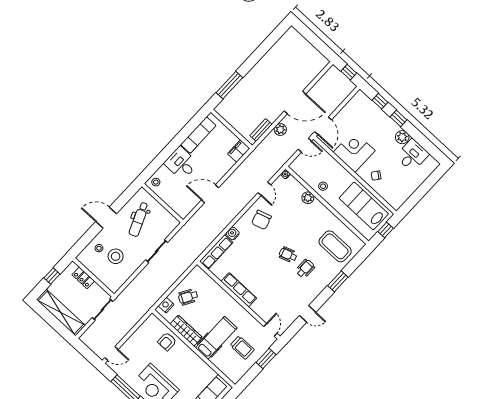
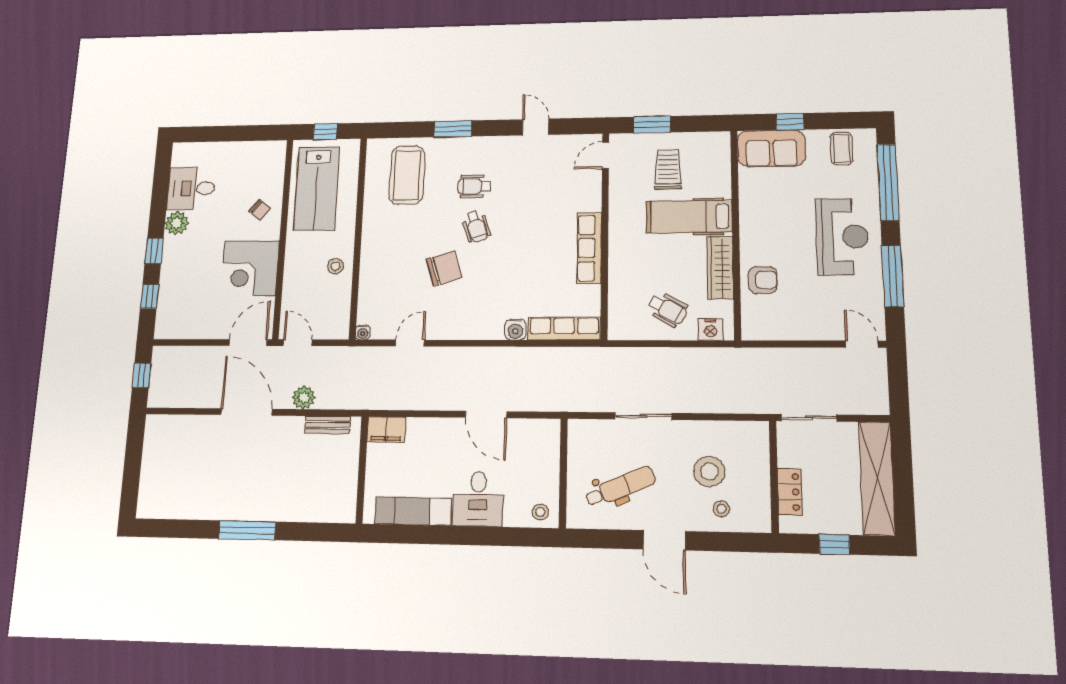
window: (229, 85) -> (247, 530), moved
plant: (308, 198) -> (370, 272), removed
chair: (261, 220) -> (444, 268), moved

